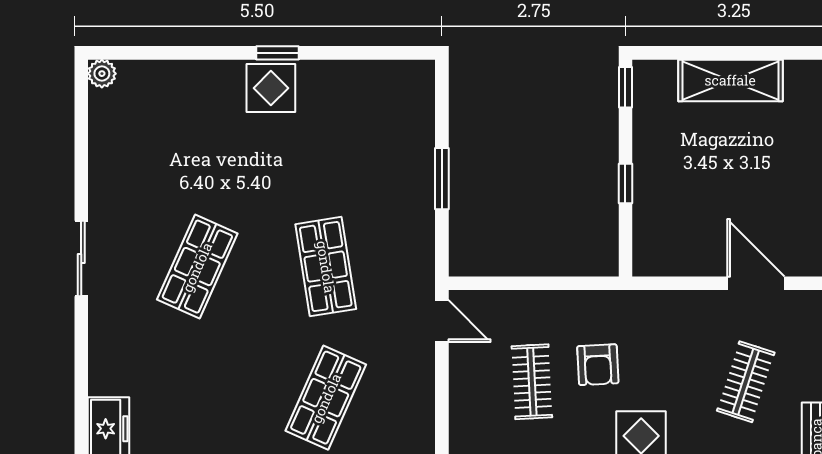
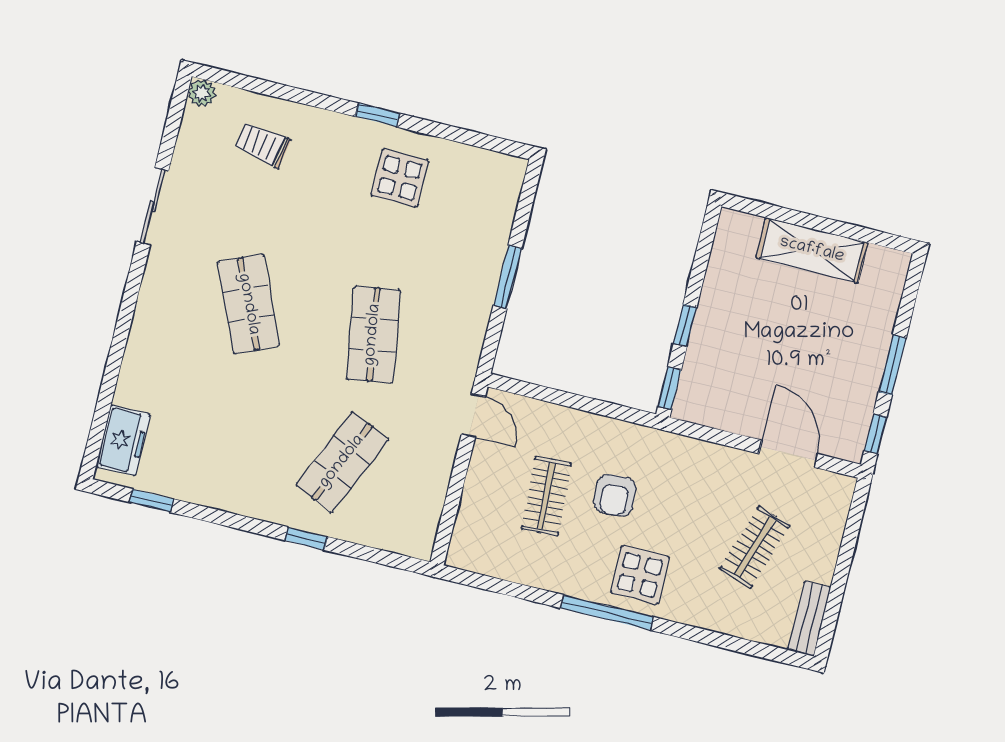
window: (625, 87) -> (670, 388), moved
display table: (271, 88) -> (400, 178), moved
trolley: (173, 109) -> (262, 144), added
sliding door: (81, 258) -> (153, 206), moved
shop shelf: (197, 267) -> (248, 304), turned -48

